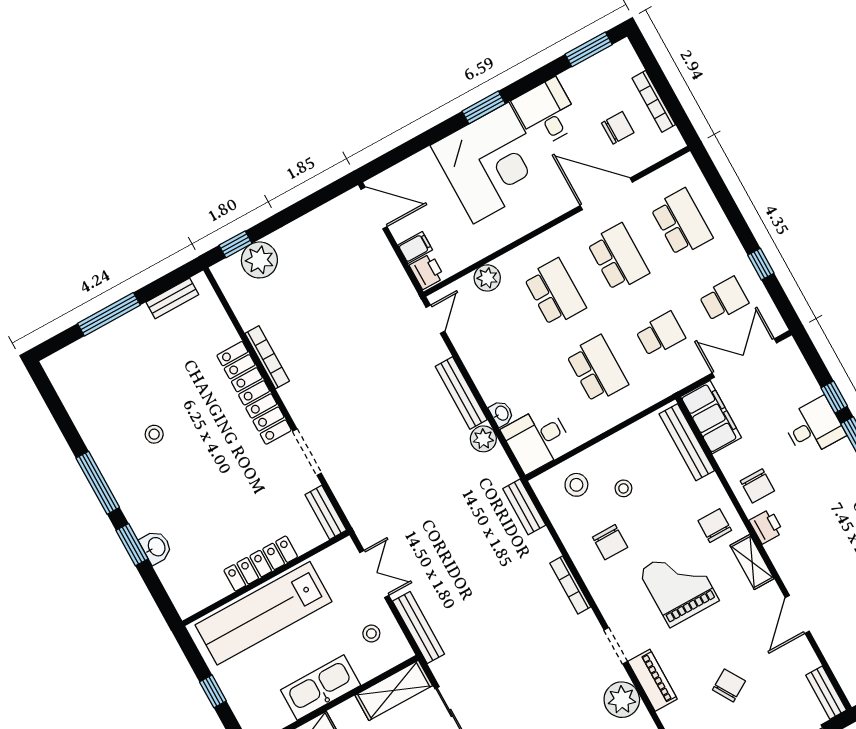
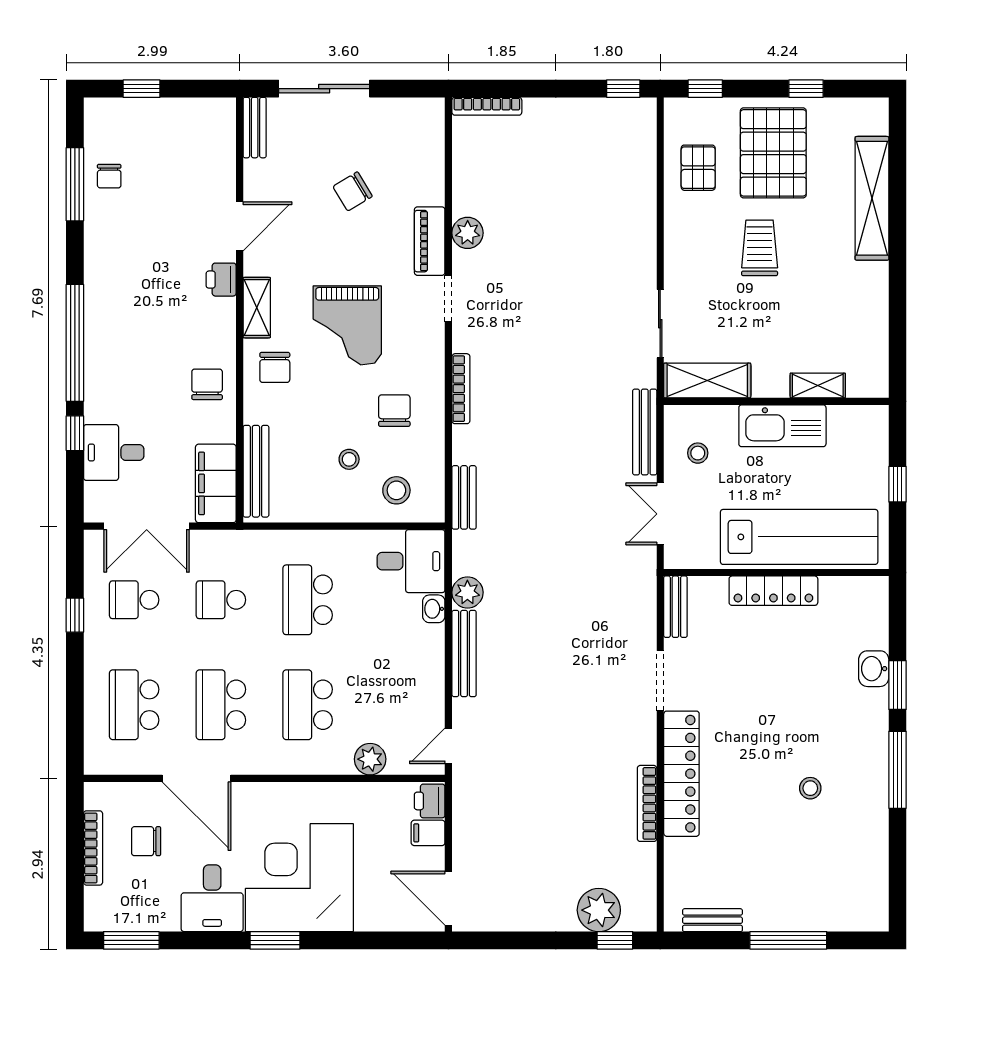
desk: (814, 427) -> (114, 453), moved
printer: (766, 526) -> (221, 280), moved
plant: (622, 700) -> (468, 233), width x0.73, depth x0.73

